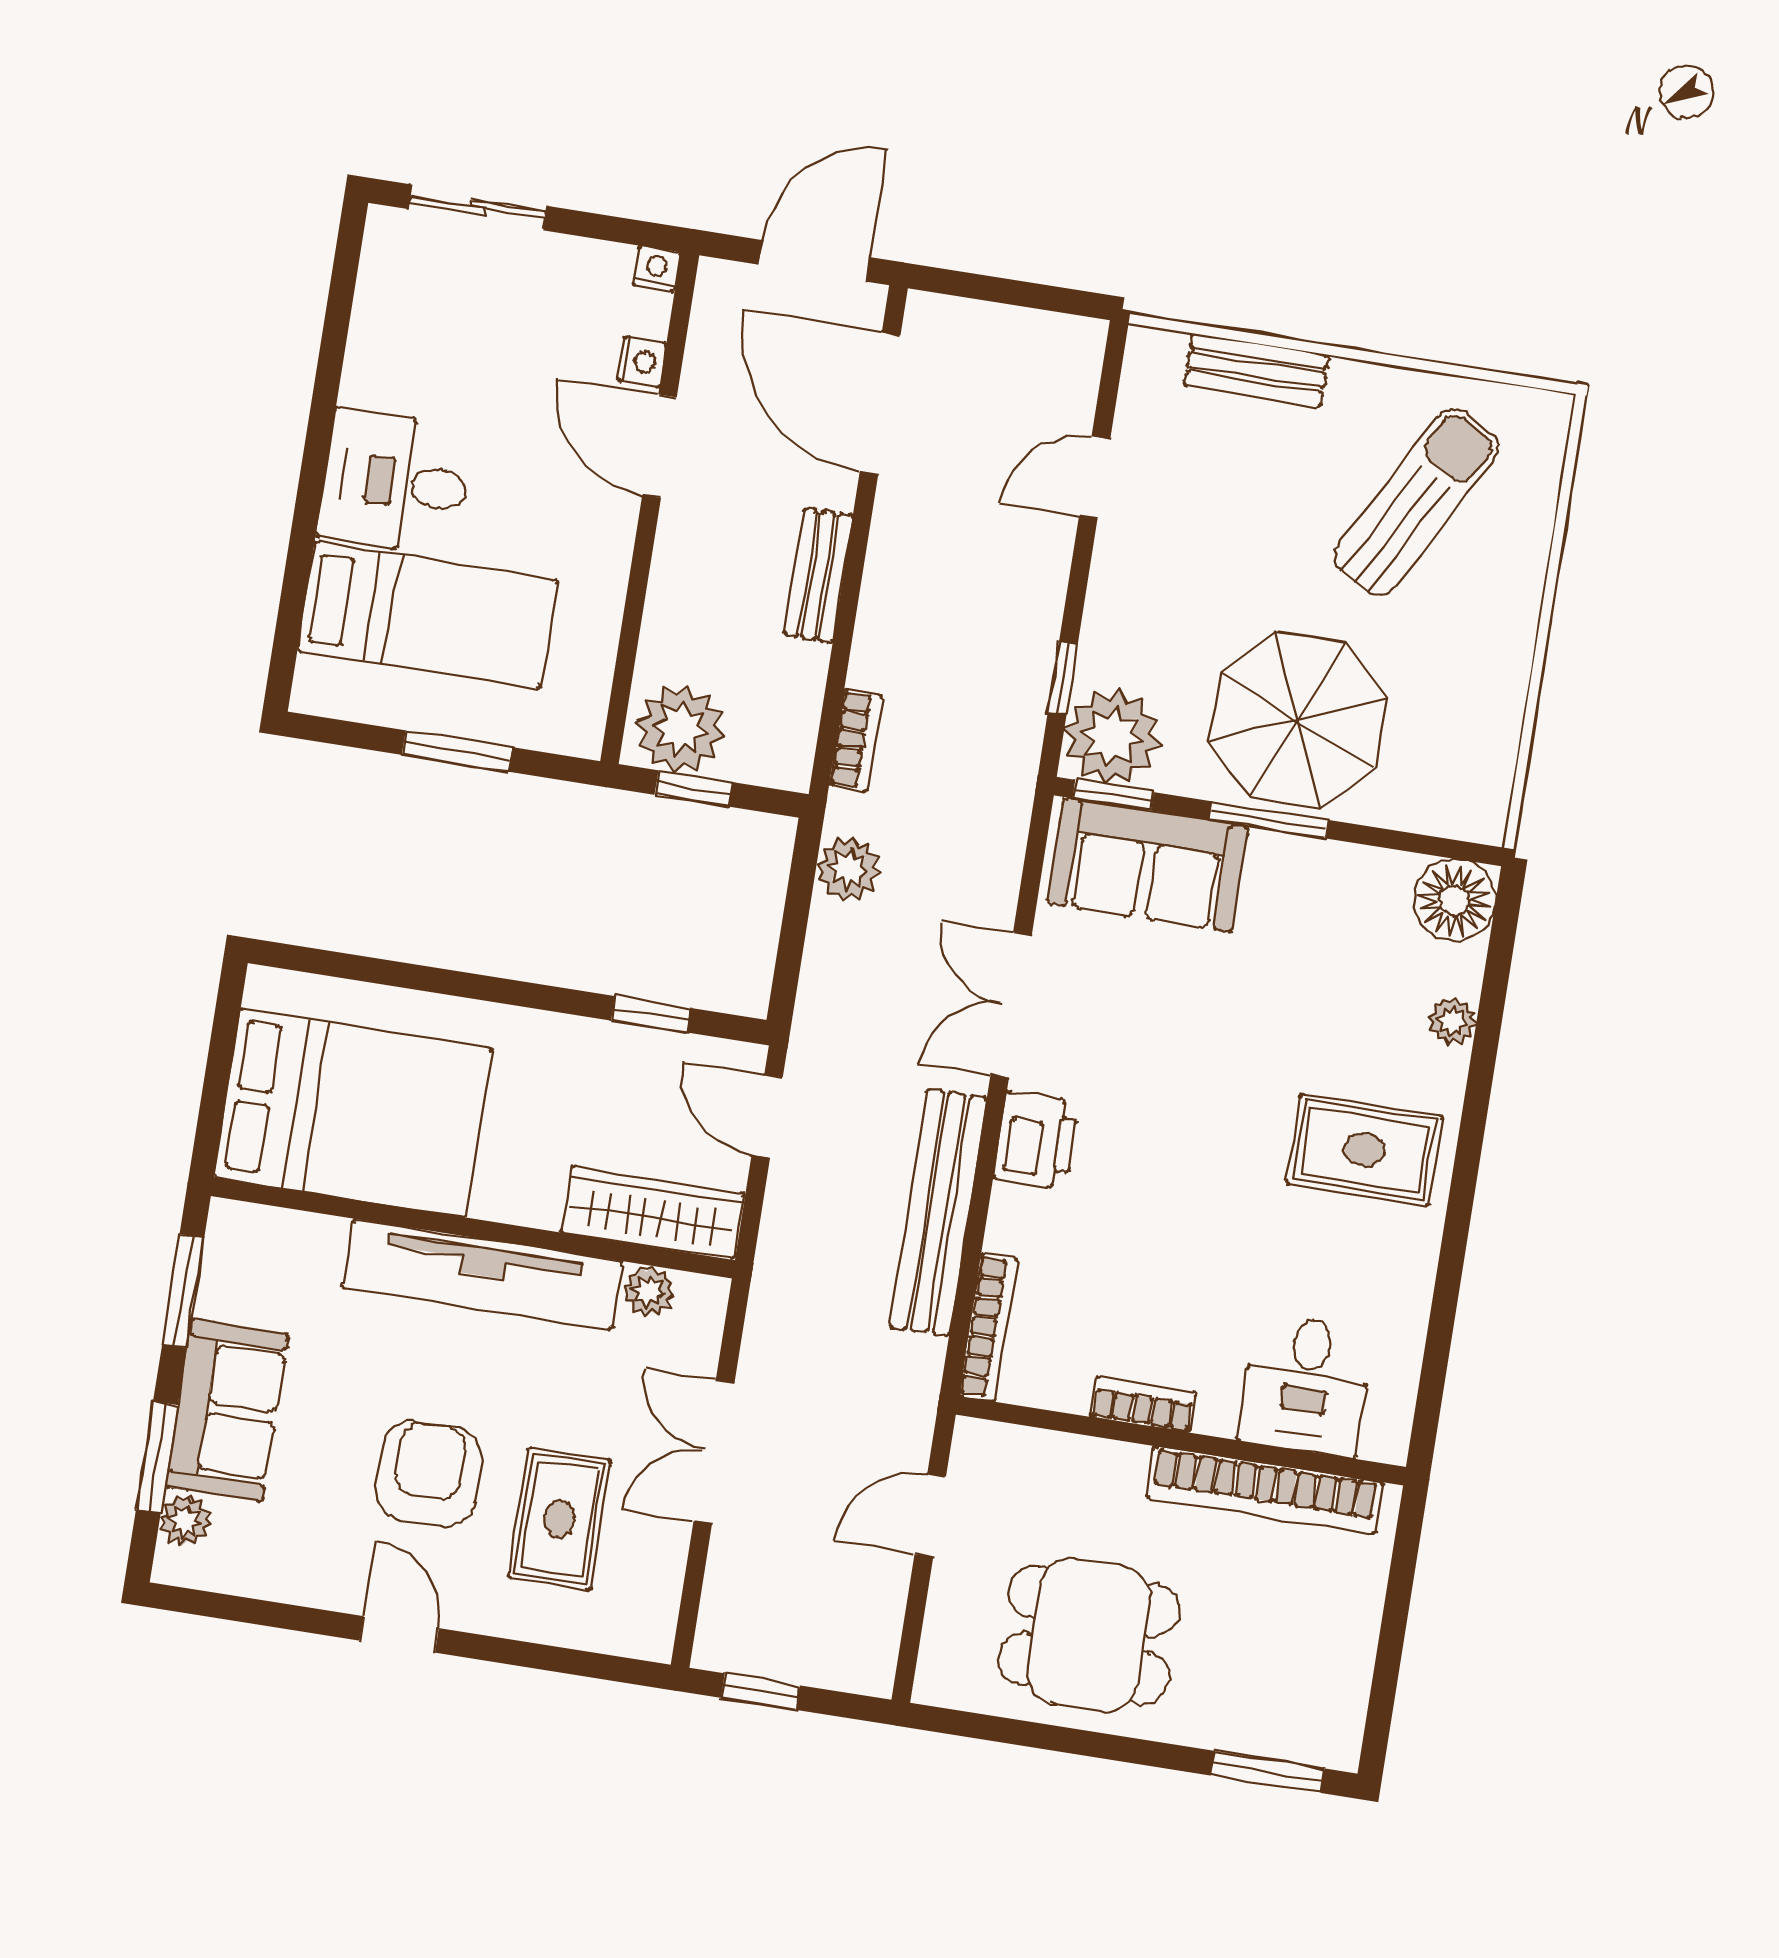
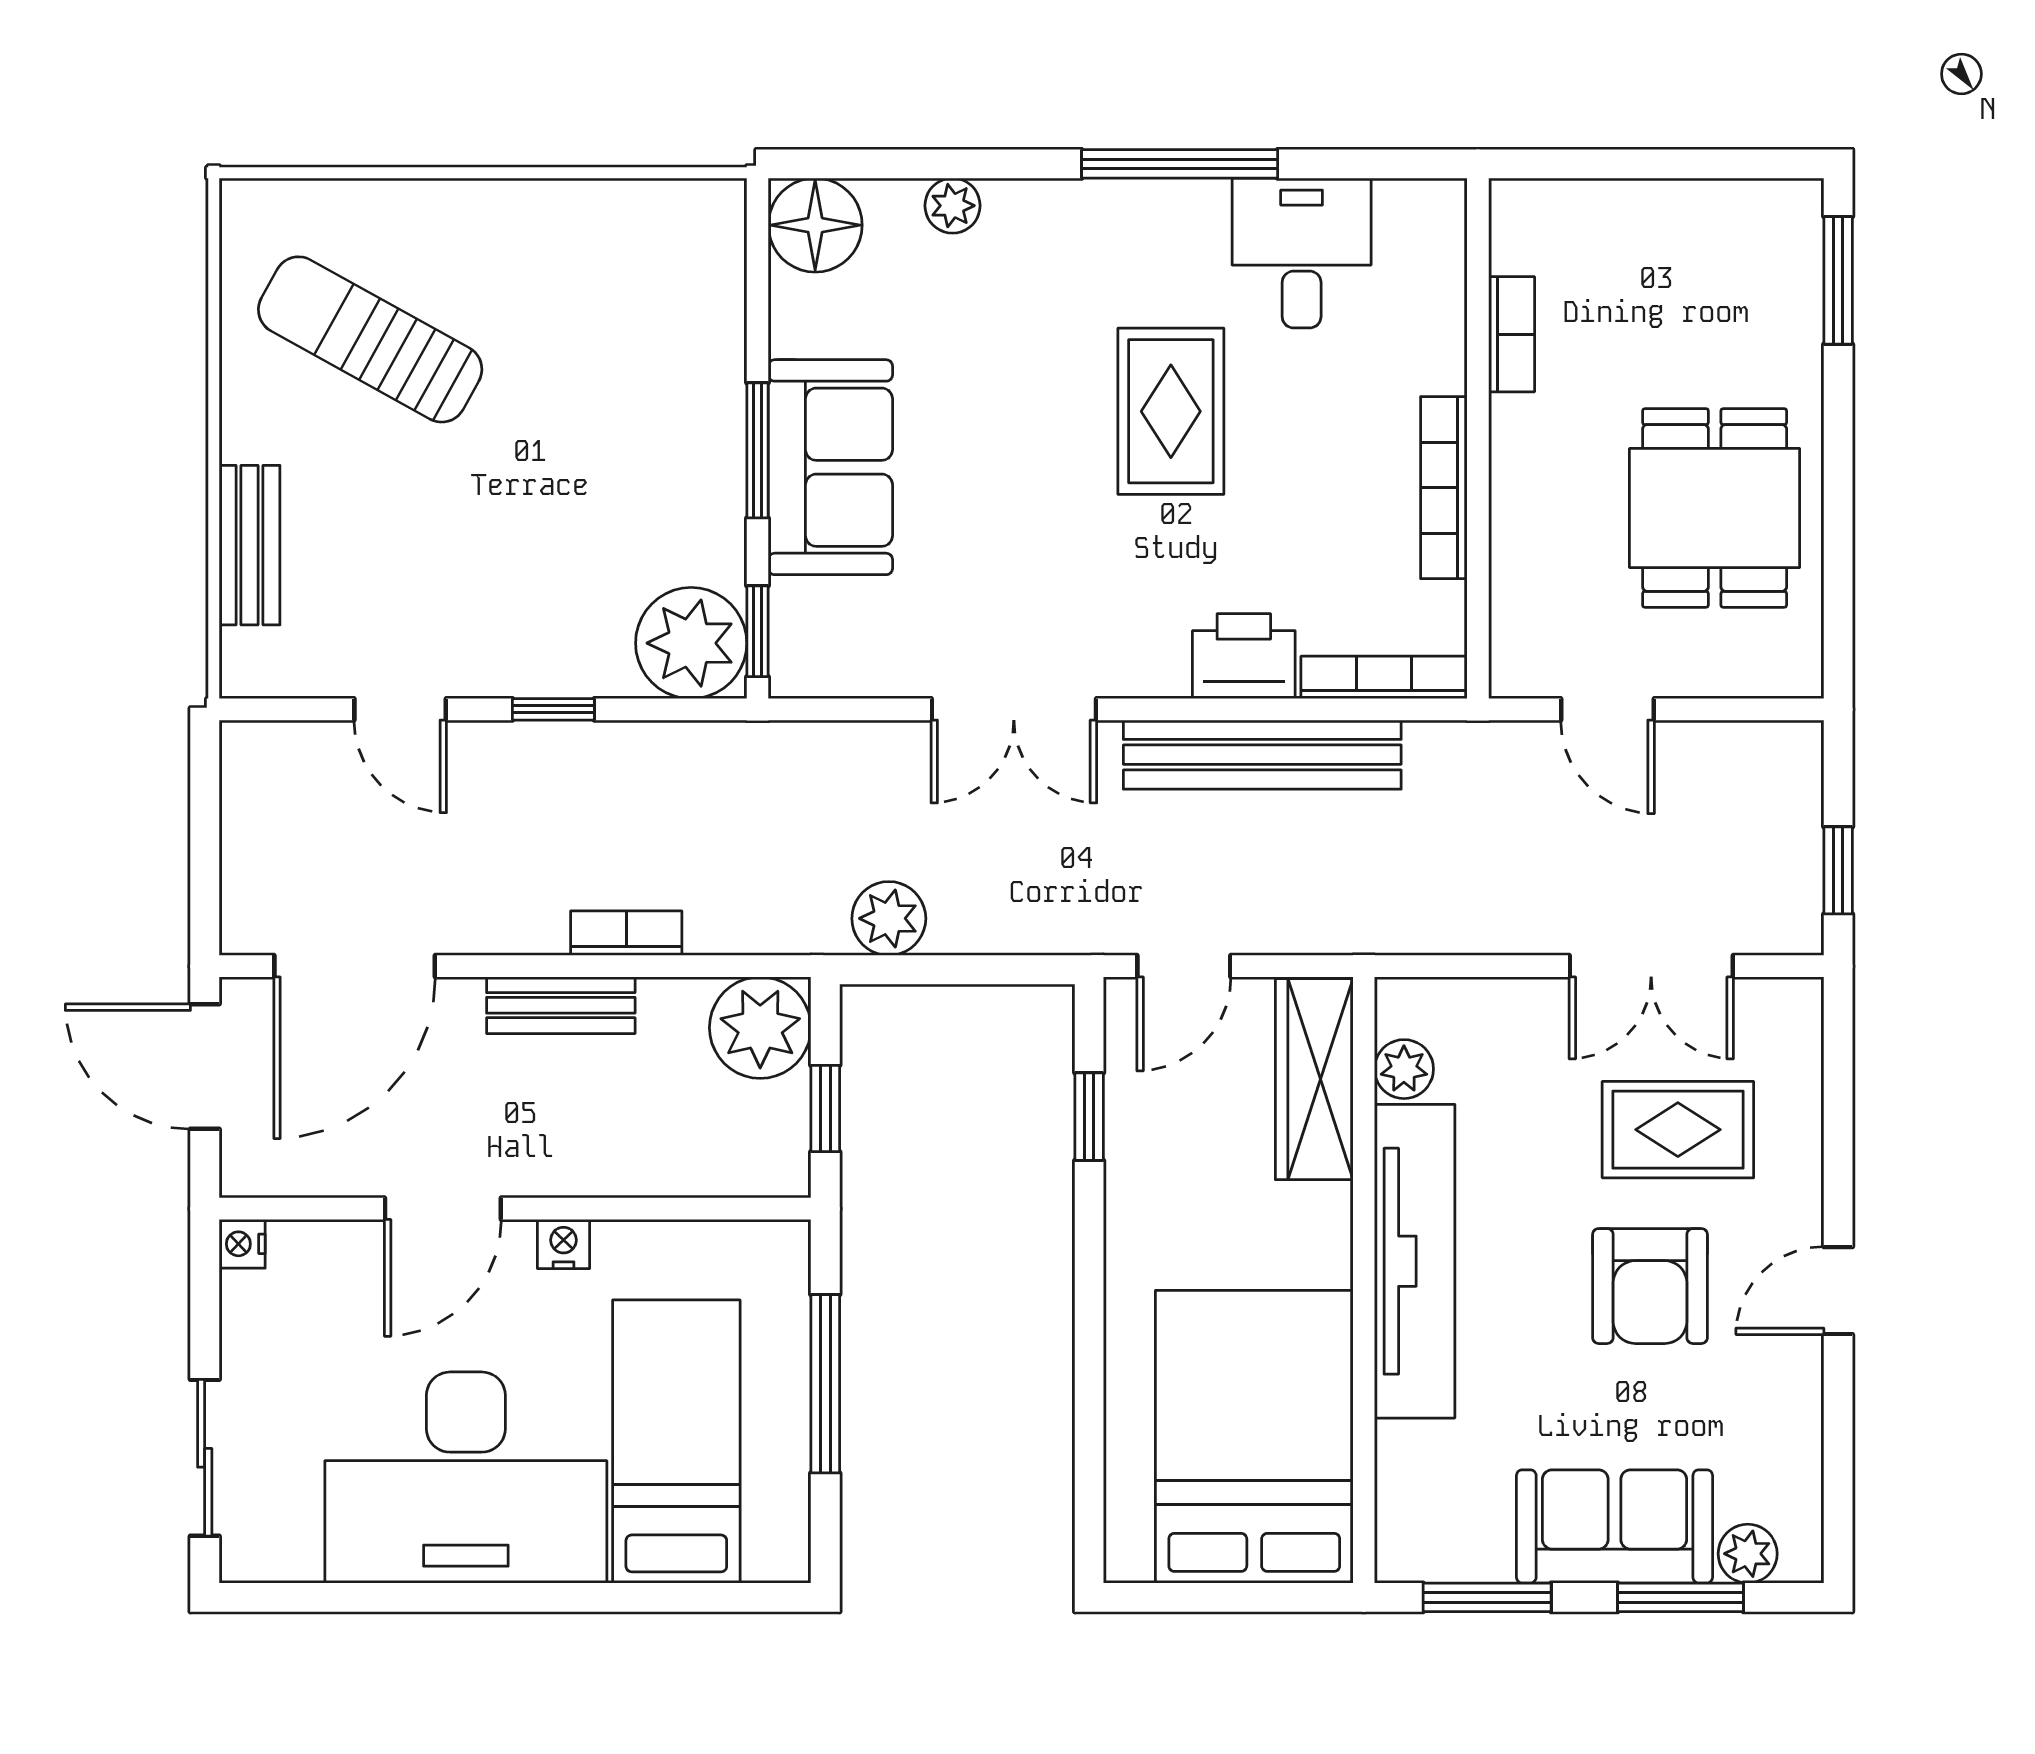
nightstand: (642, 362) -> (563, 1244), moved
desk: (395, 482) -> (466, 1478), width x1.87, depth x1.30
window: (1063, 678) -> (553, 709), moved
parasol: (1298, 720) -> (639, 435), removed
plant: (680, 729) -> (760, 1028), moved
bookcase: (856, 740) -> (626, 933), moved
window: (457, 751) -> (825, 1384), width x1.44
sofa: (1148, 865) -> (830, 467), moved
printer: (1036, 1140) -> (1244, 656), moved
rug: (1365, 1150) -> (1171, 411), moved
window: (1458, 1222) -> (1180, 164), added
desk: (1306, 1385) -> (1302, 253), moved, turned -90
bookcase: (1143, 1405) -> (1444, 488), width x1.56
double door: (714, 1452) -> (1651, 966), moved
armchair: (429, 1473) -> (1650, 1286), turned -90
bookcase: (1265, 1490) -> (1512, 334), width x0.43, depth x0.76

